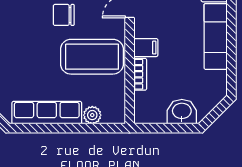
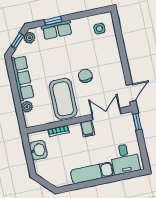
filing cabinet: (146, 48) -> (87, 129), moved
washbasin: (182, 112) -> (38, 150), moved

